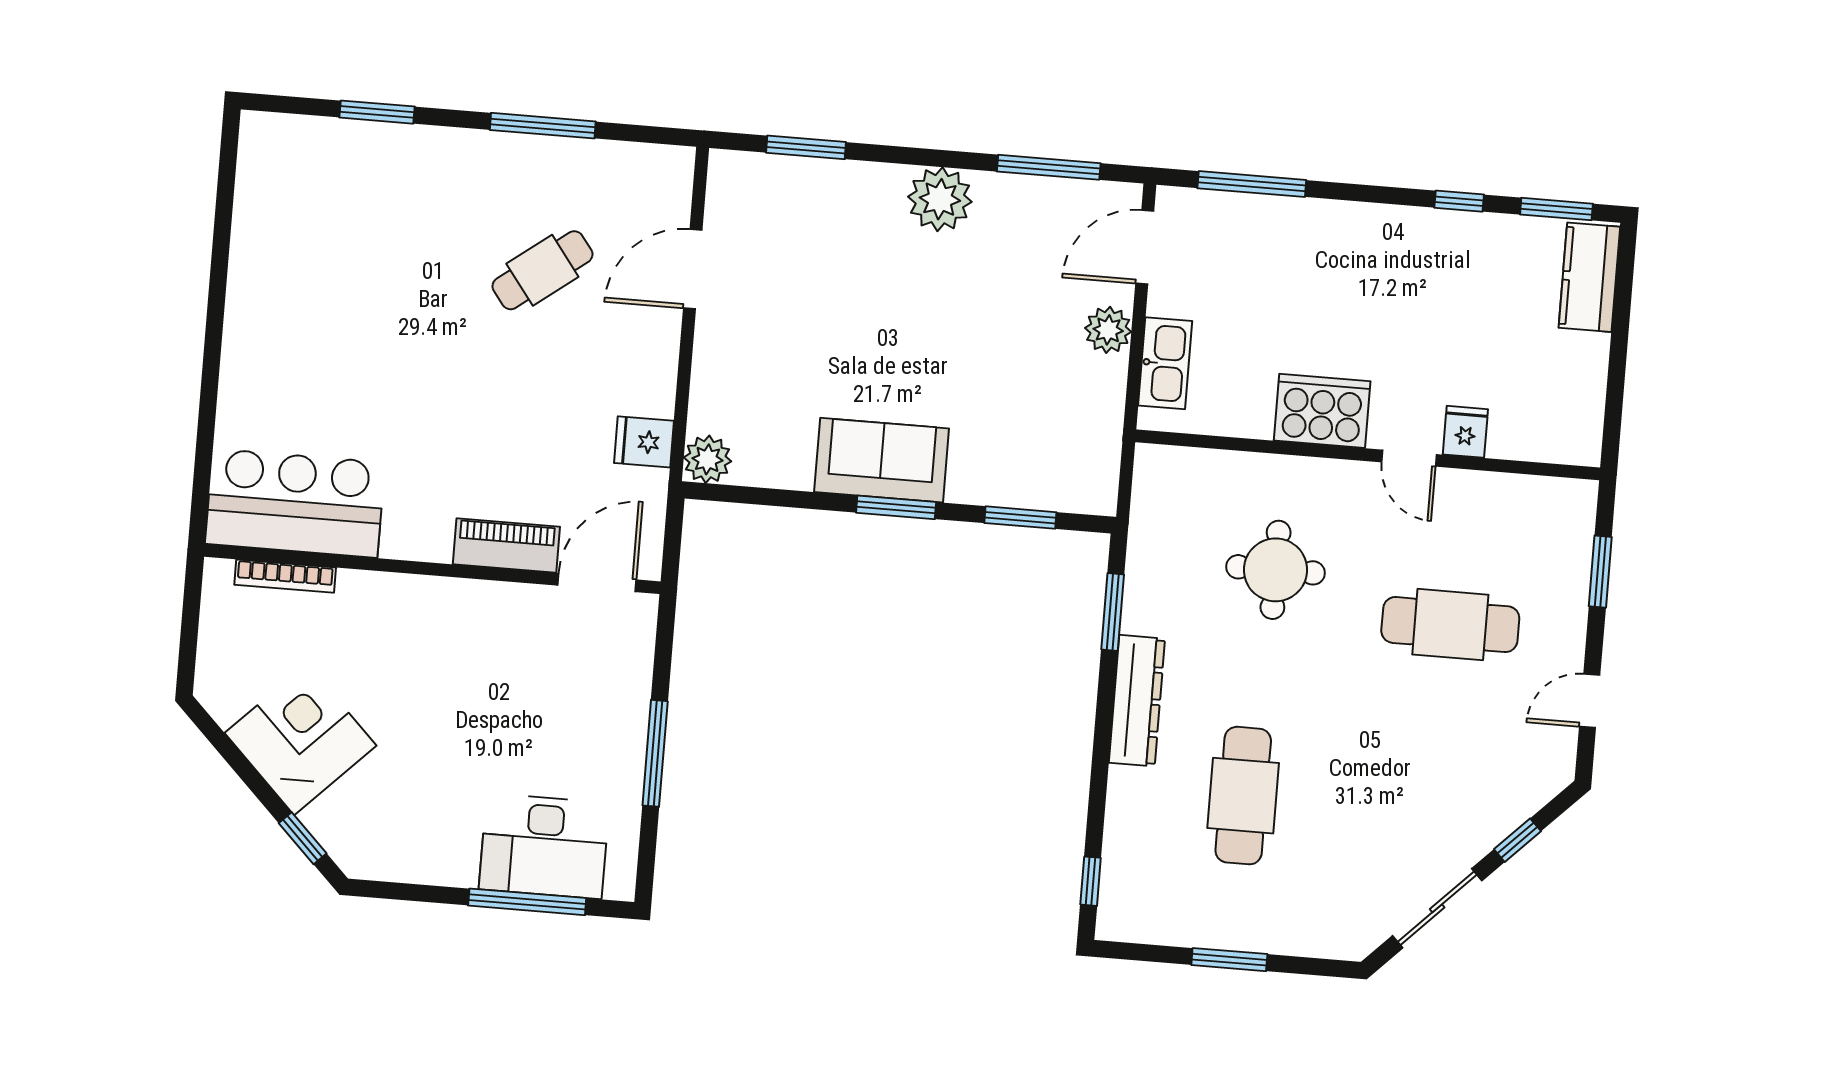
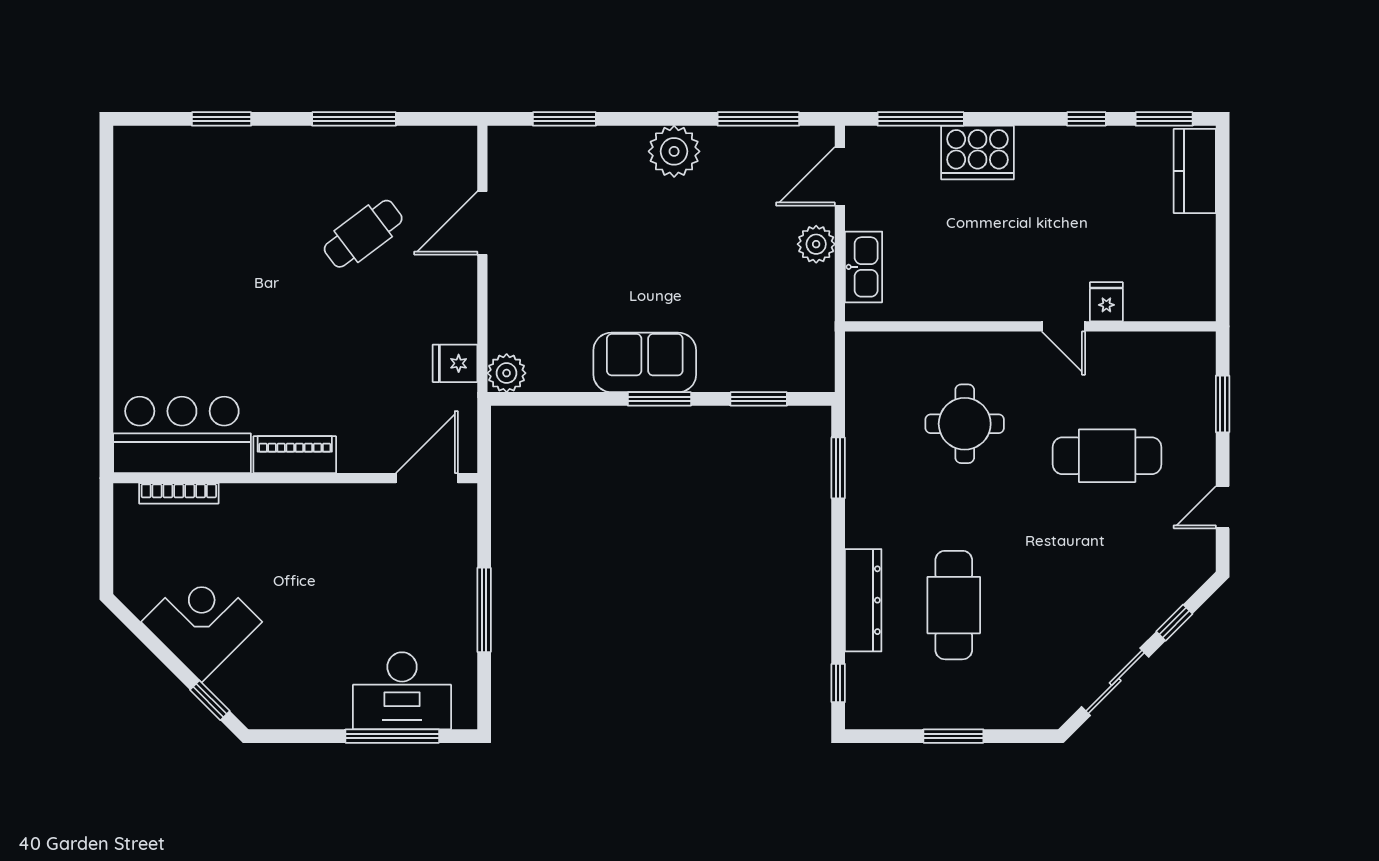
cooker: (1322, 411) -> (978, 153), moved, turned 180
piano: (506, 545) -> (295, 455), moved
dresser: (1137, 701) -> (863, 600), moved

